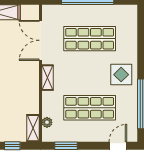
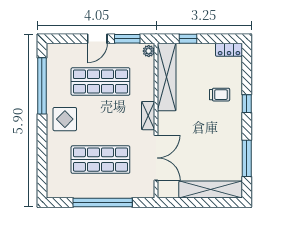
plant: (47, 122) -> (149, 51), moved
shelving: (33, 128) -> (167, 77), width x2.20, depth x1.33
door: (118, 146) -> (97, 39), moved

